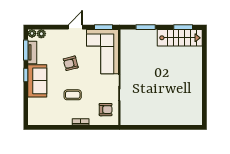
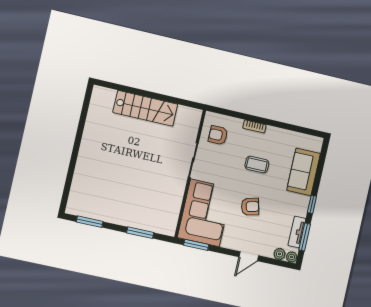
door: (75, 27) -> (249, 256), moved
stairs: (180, 38) -> (145, 108), moved, turned 180
sofa: (37, 81) -> (304, 172), moved

